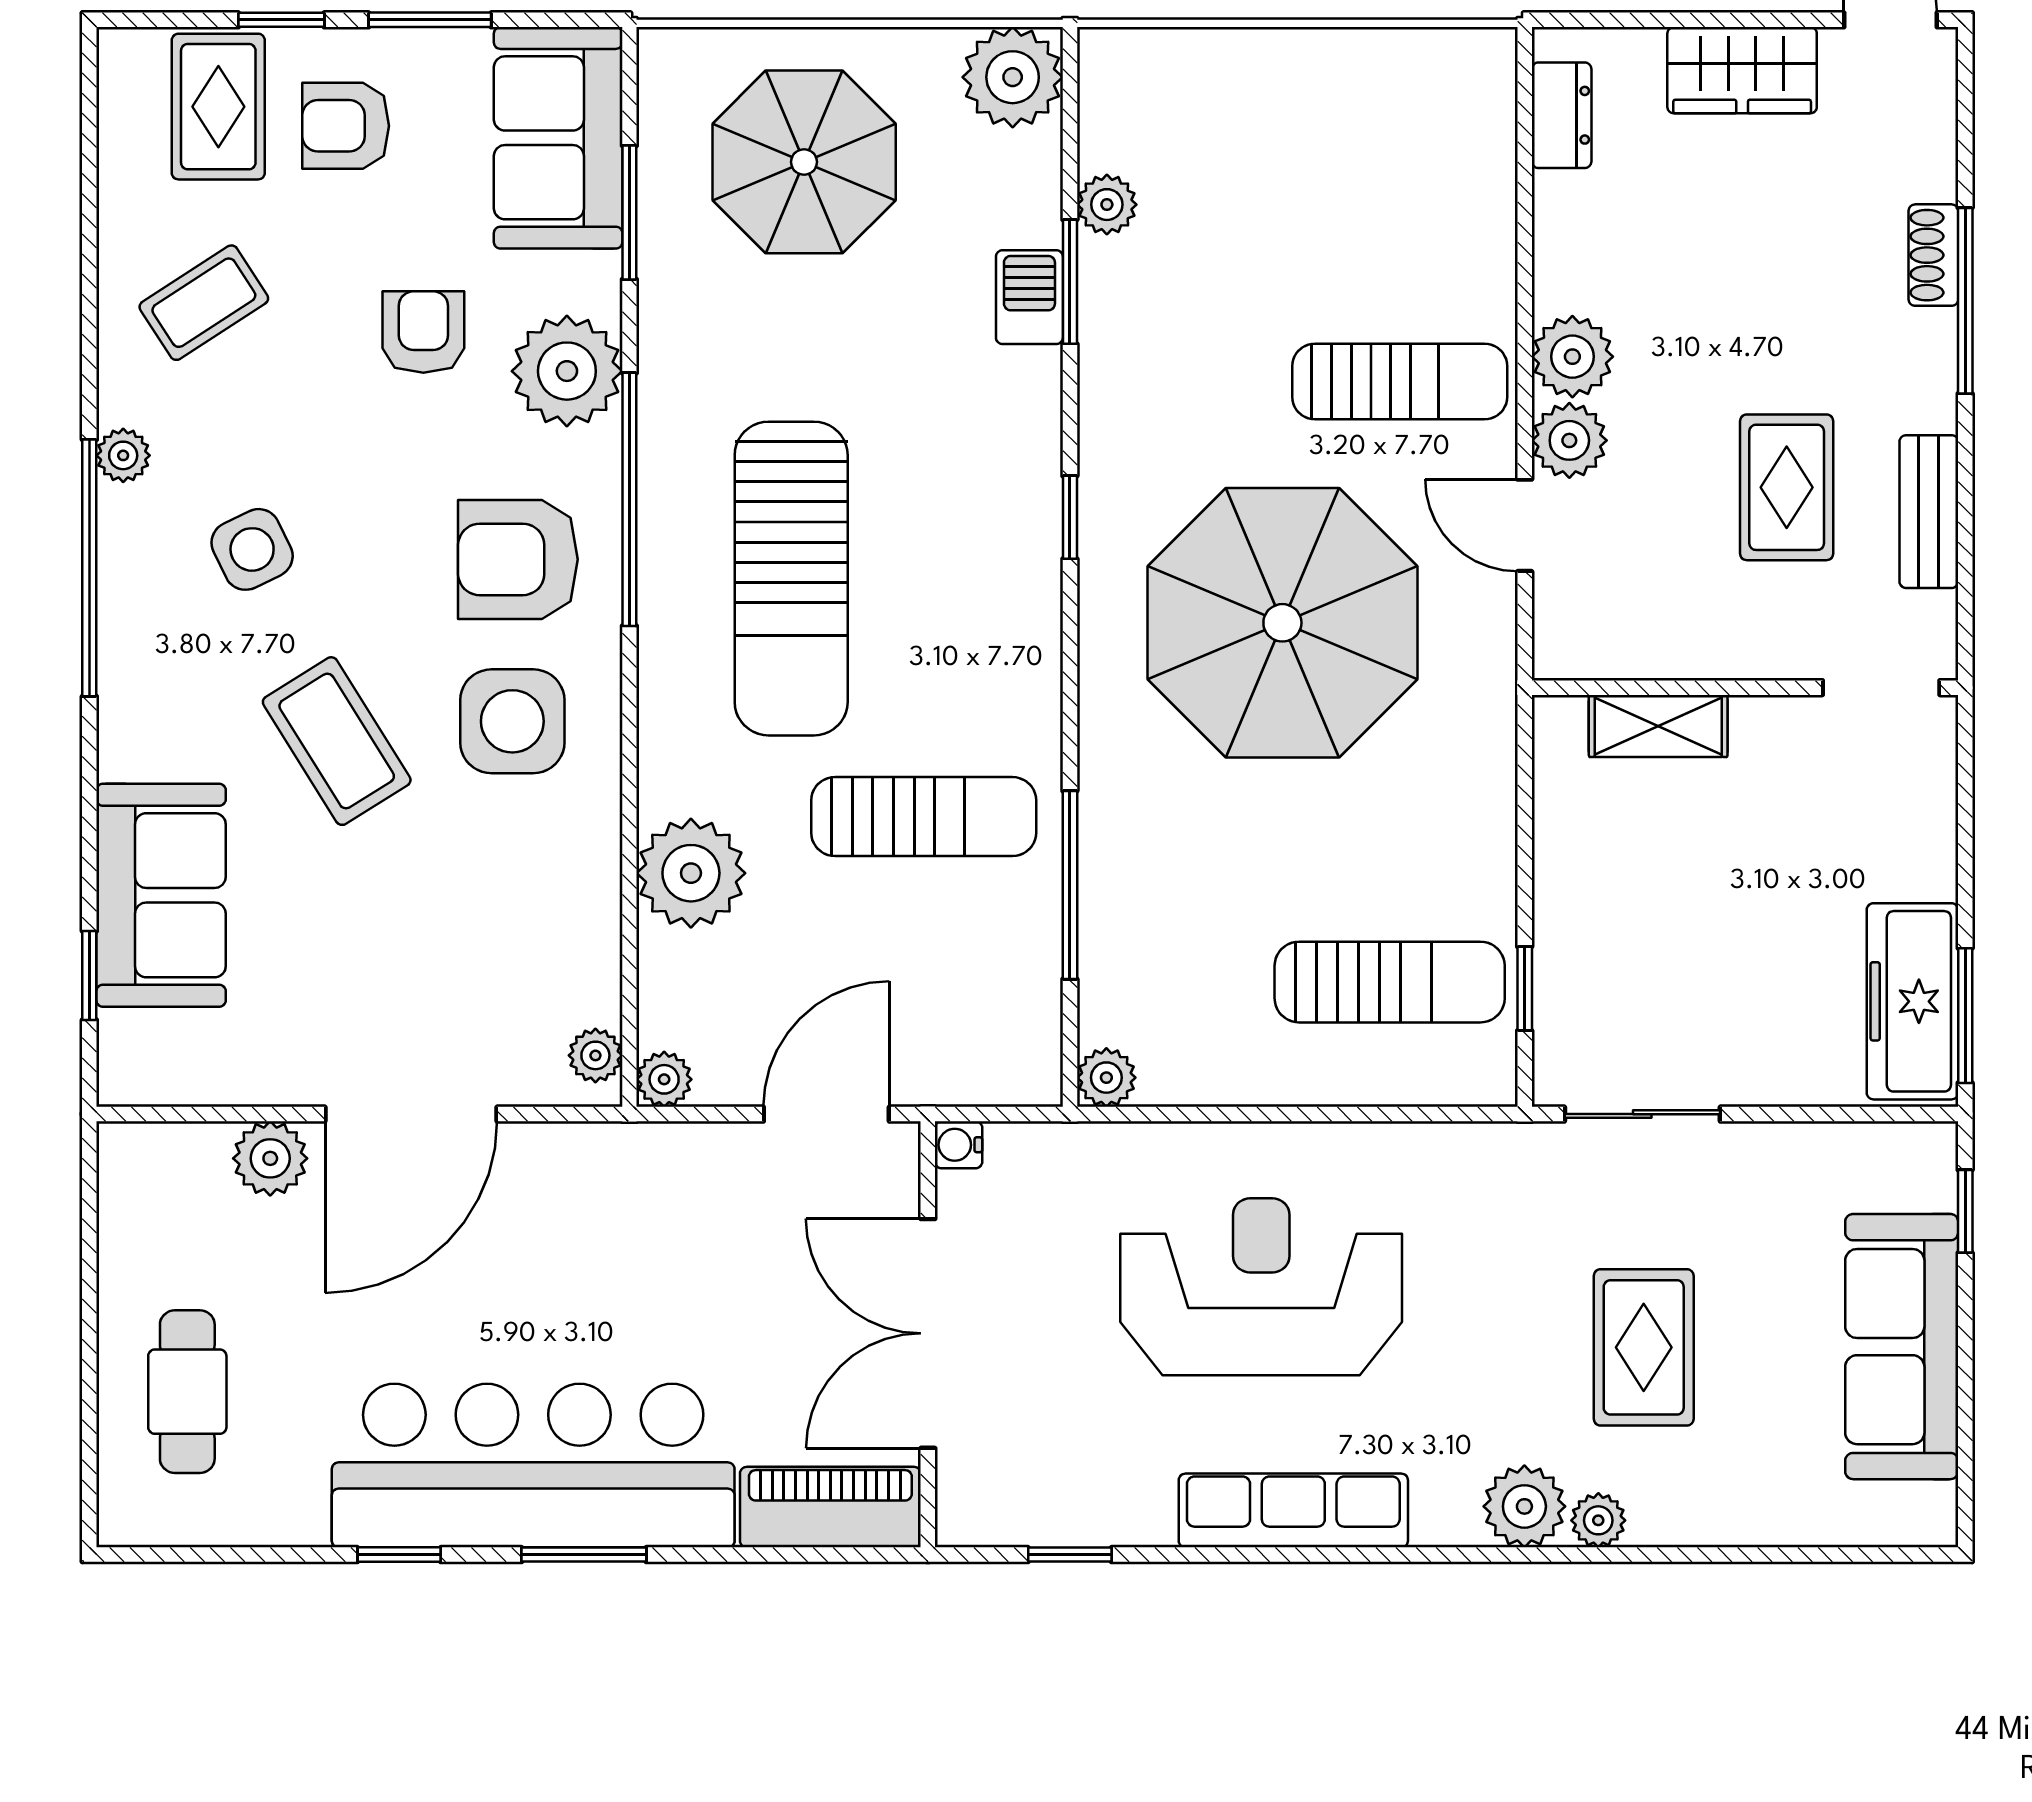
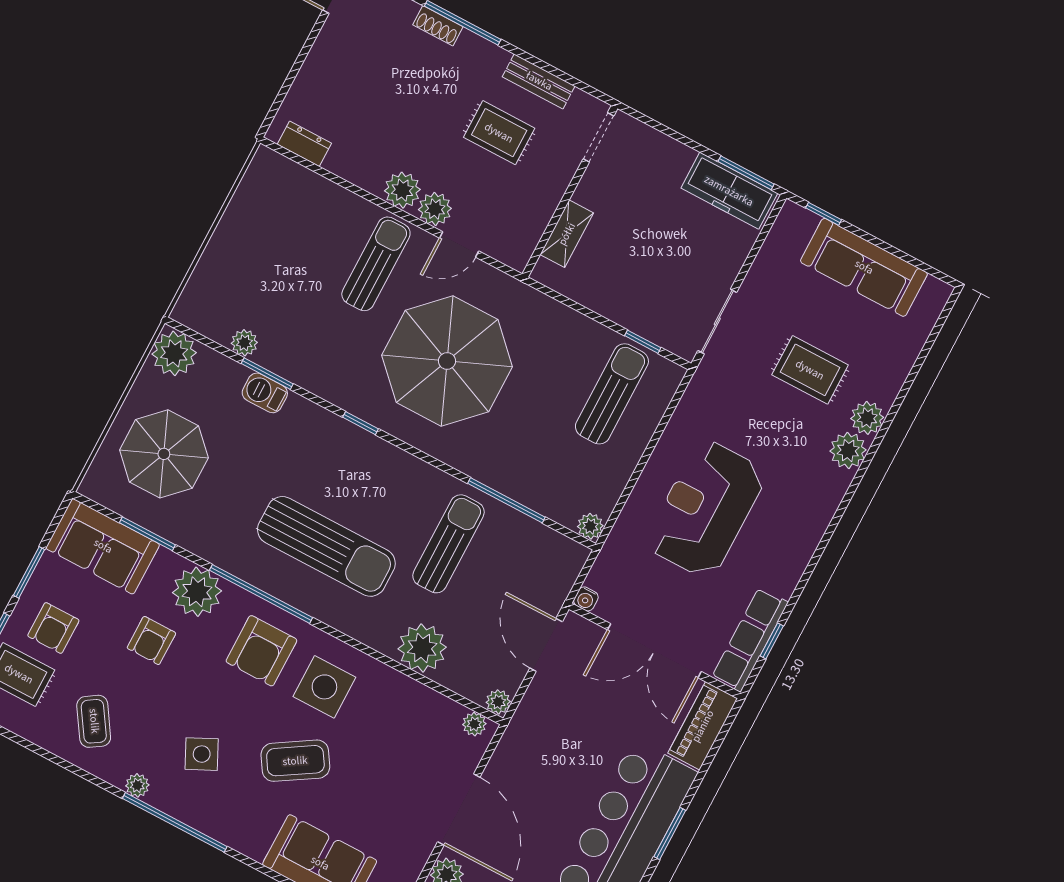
wardrobe: (1742, 70) -> (324, 63), removed
armchair: (423, 332) -> (151, 640), turned -90
row of seats: (1293, 1510) -> (750, 640), moved
plant: (1598, 1520) -> (867, 418), width x1.38, depth x1.38

